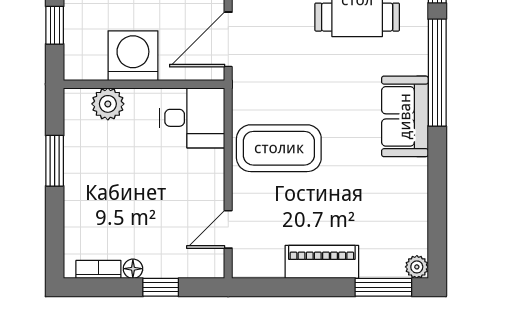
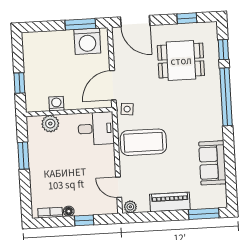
washing machine: (133, 56) -> (56, 104), width x0.53, depth x0.53
side table: (252, 85) -> (127, 109), added
sofa: (405, 116) -> (212, 163), moved
door: (228, 229) -> (119, 187), hinge flipped
plant: (417, 267) -> (130, 207), moved

